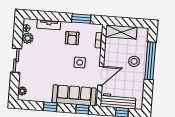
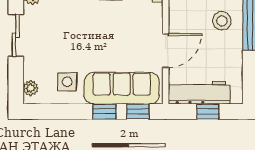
side table: (80, 62) -> (67, 82), moved
window: (50, 107) -> (105, 112), moved

